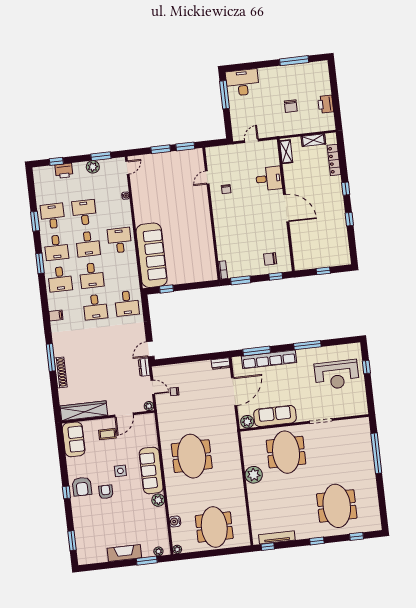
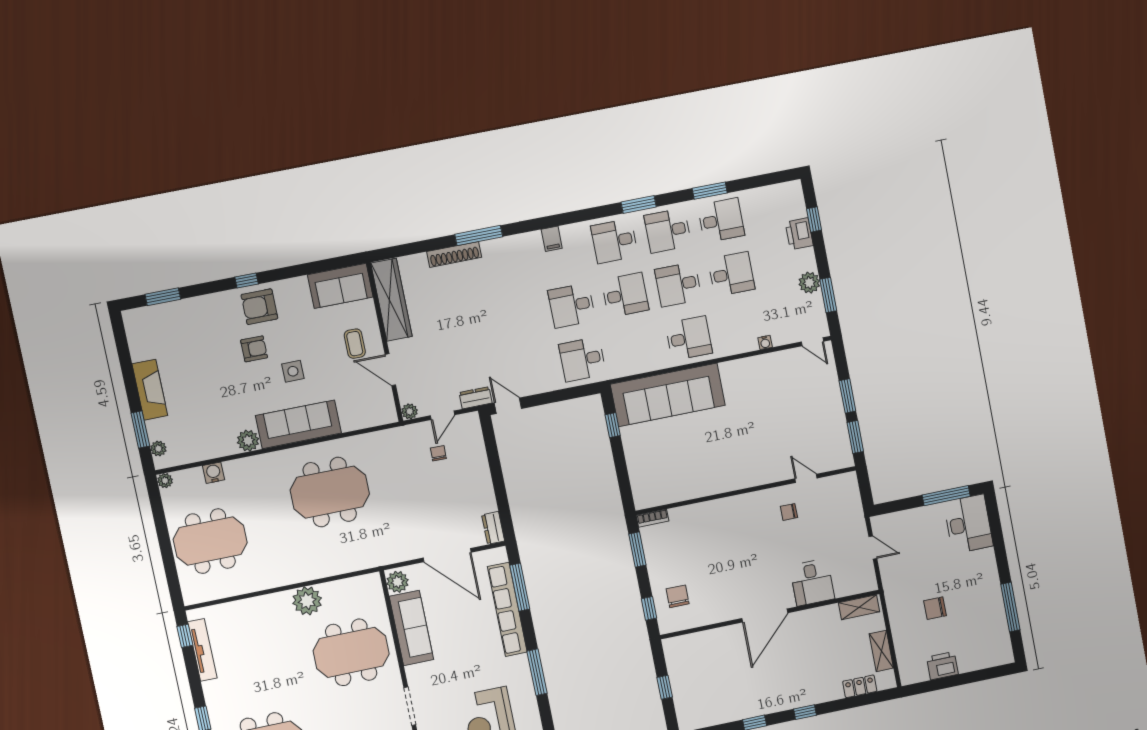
locker: (334, 160) -> (860, 686), width x0.66
desk: (92, 275) -> (625, 295), turned 180

